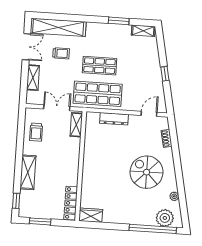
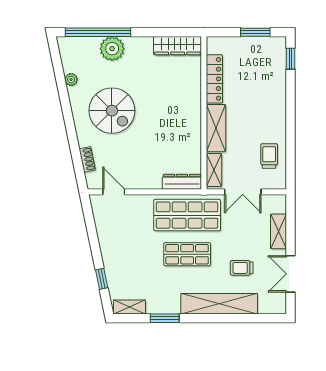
shelving: (58, 27) -> (219, 304), moved
window: (165, 74) -> (102, 279), moved
door: (149, 114) -> (114, 192), swing flipped
dresser: (114, 119) -> (182, 182), moved
shelving: (28, 172) -> (216, 128), moved
locker: (71, 203) -> (214, 79), moved
wardrobe: (91, 215) -> (178, 46), width x1.50
plant: (165, 218) -> (112, 49), moved

